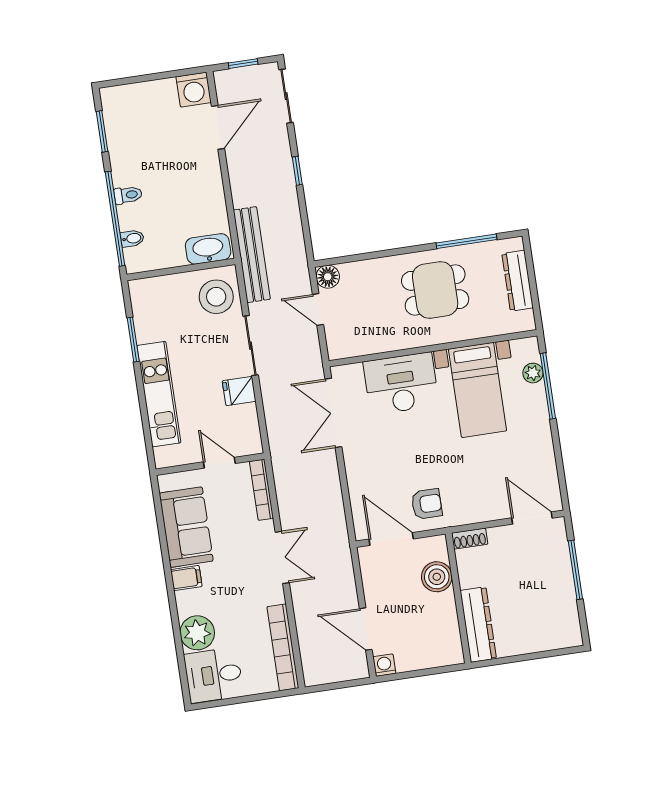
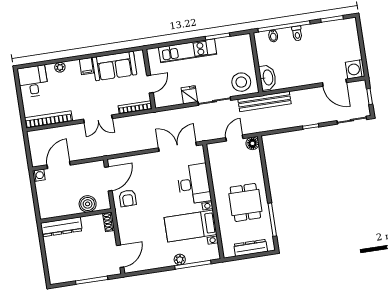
plant: (533, 373) -> (180, 260), moved
plant: (197, 633) -> (60, 67), width x0.53, depth x0.53

